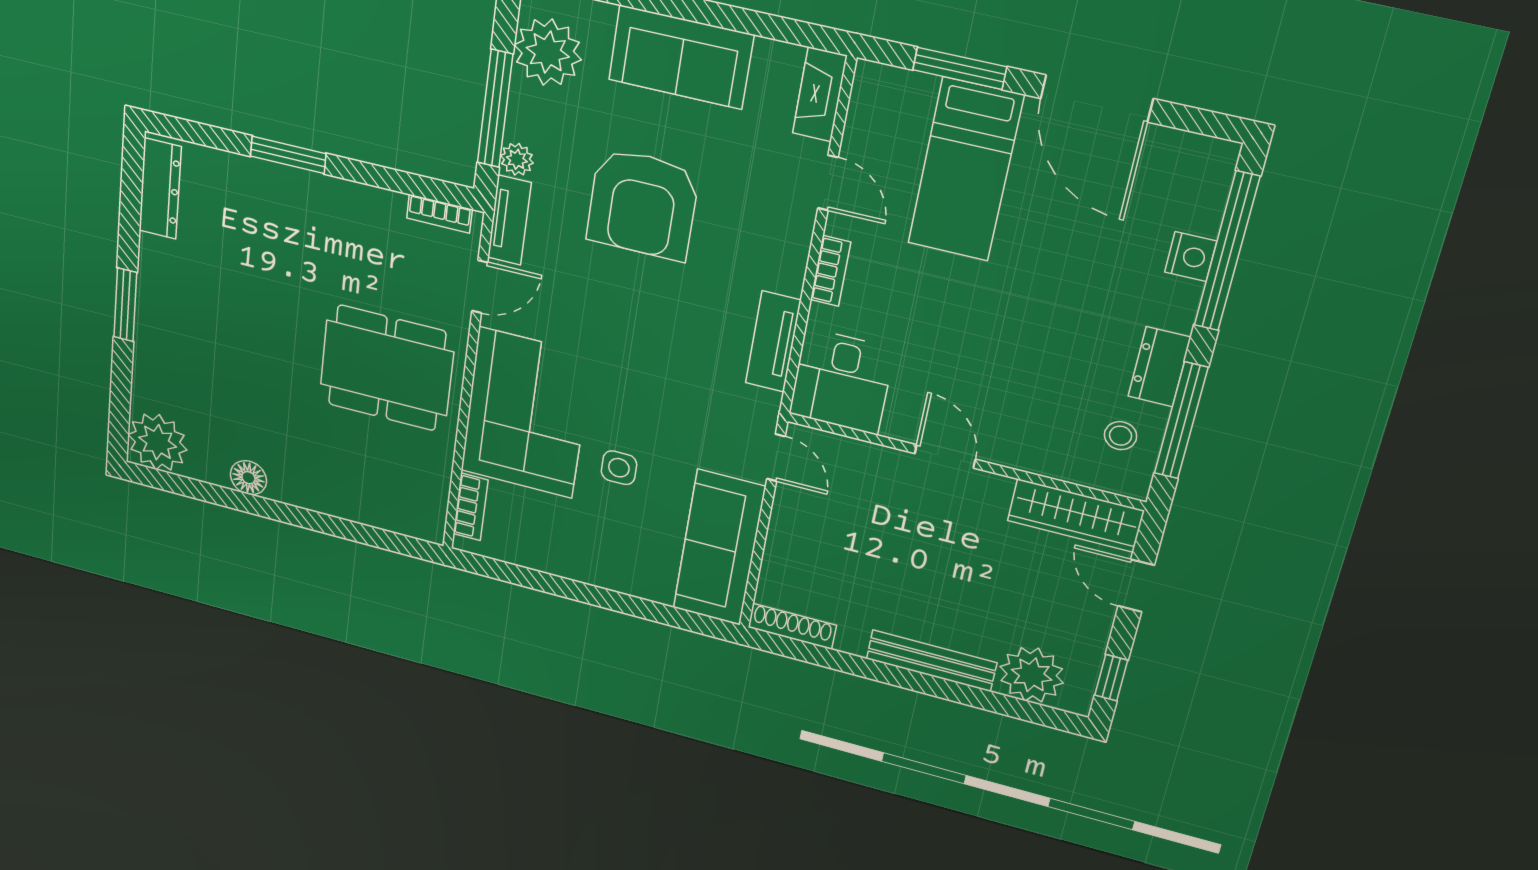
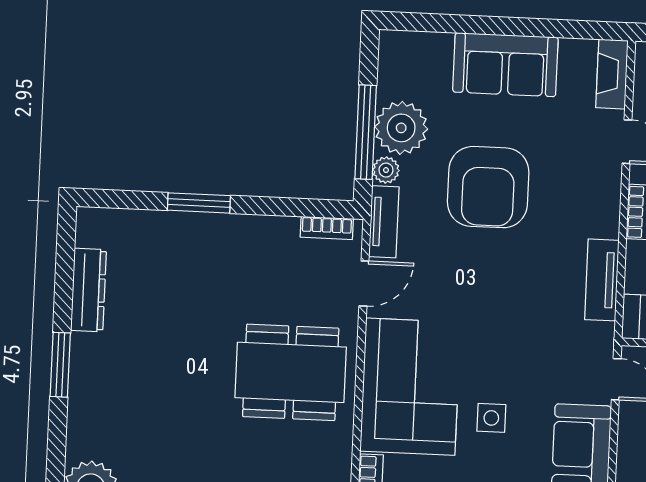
plant: (548, 52) -> (401, 128), moved
dresser: (160, 189) -> (89, 290), moved

